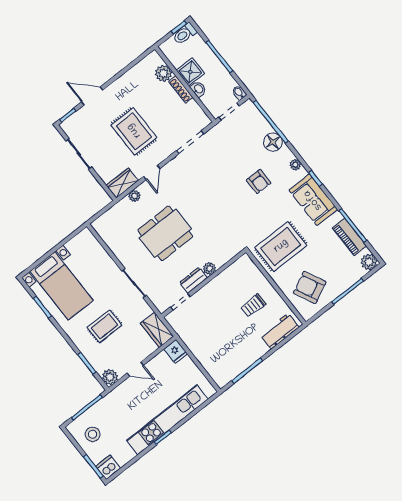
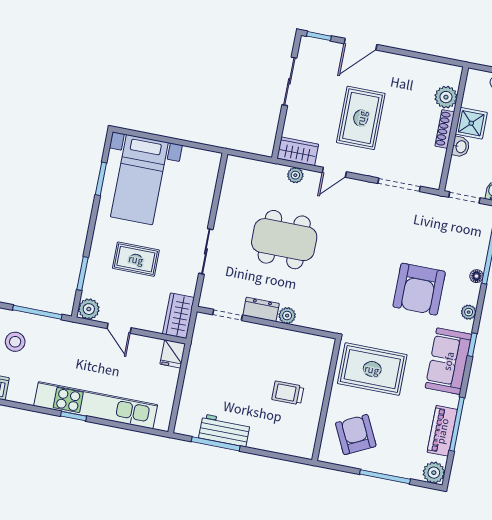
door: (92, 96) -> (360, 44), swing flipped
floor lamp: (273, 142) -> (476, 276), width x0.53, depth x0.53
armchair: (259, 181) -> (419, 289), width x1.88, depth x1.88
workbench: (280, 331) -> (224, 430), moved

